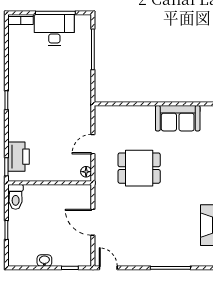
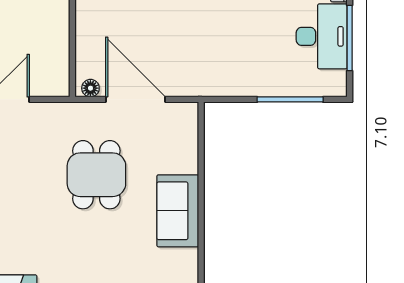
sofa: (178, 118) -> (178, 211), moved
door: (93, 144) -> (136, 99), width x1.88

